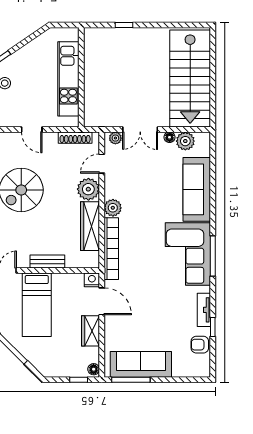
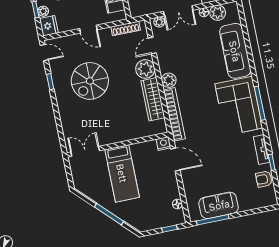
bench: (47, 262) -> (124, 136), removed
wardrobe: (91, 331) -> (171, 186), removed
sofa: (141, 364) -> (219, 205), width x0.73
floor lamp: (94, 369) -> (177, 204), moved

